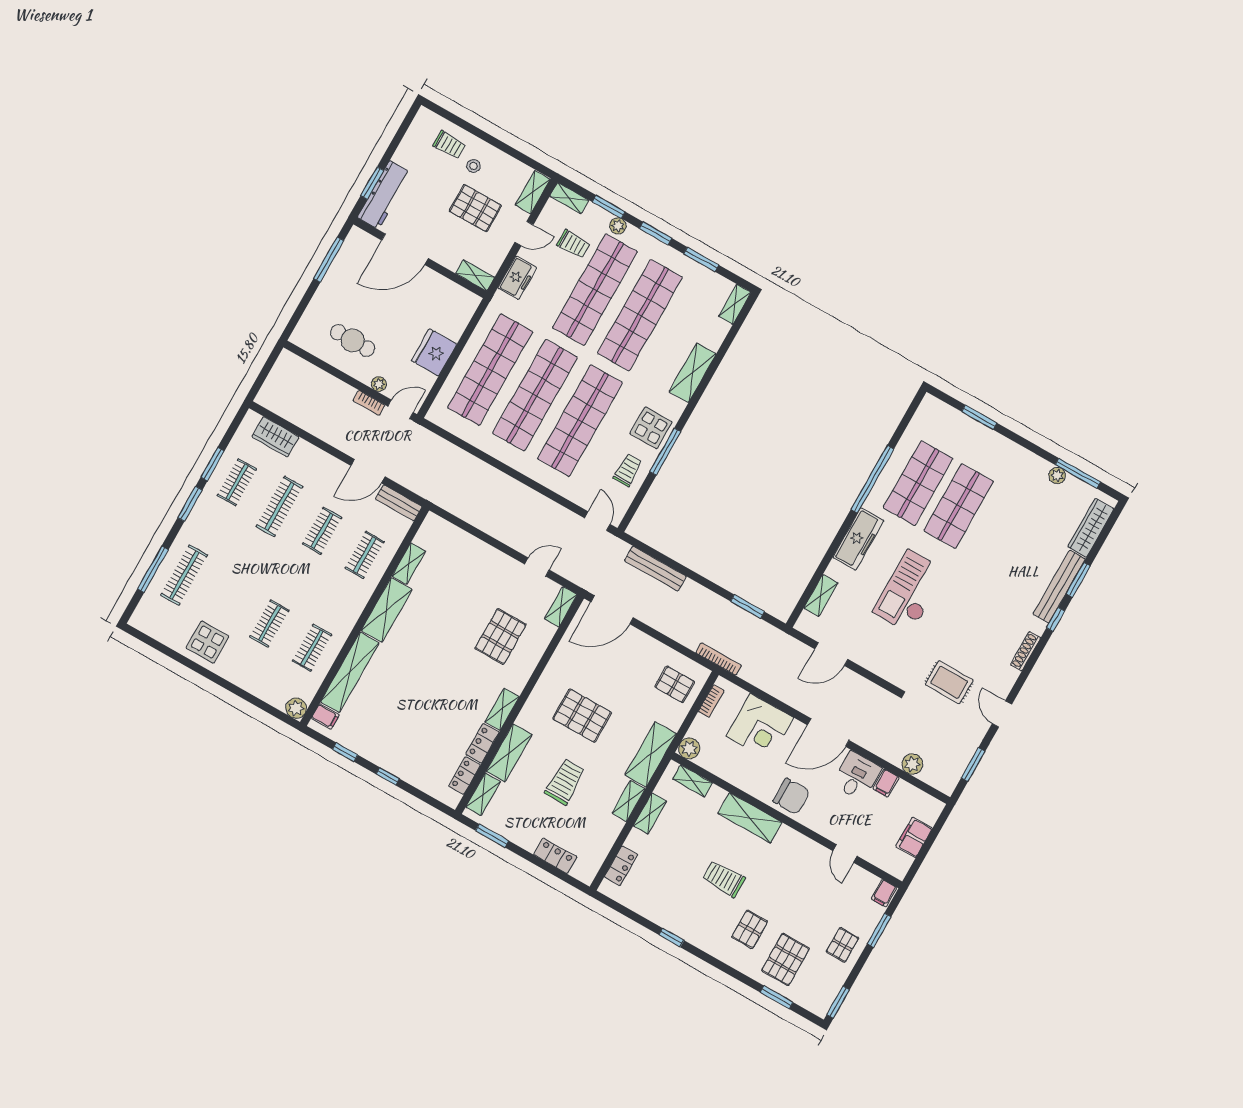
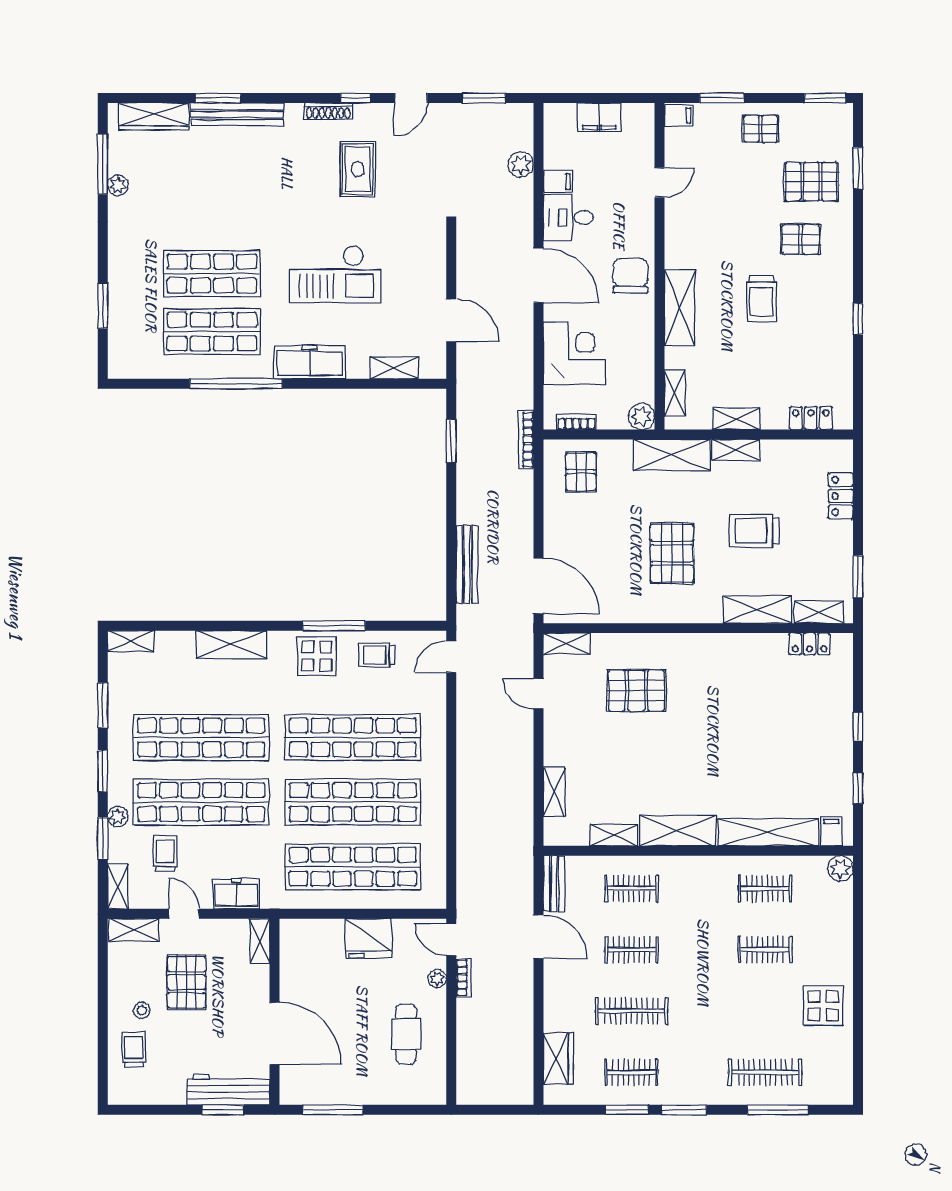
window: (1056, 620) -> (355, 98), moved
rug: (949, 682) -> (358, 169), moved
shelving: (502, 709) -> (554, 792), moved, turned 90
locker: (482, 743) -> (763, 644), removed

